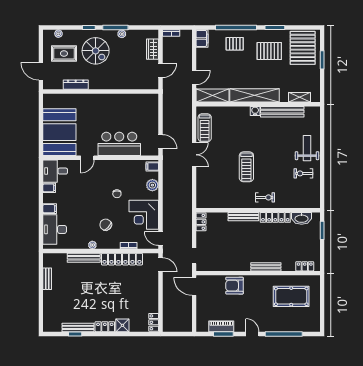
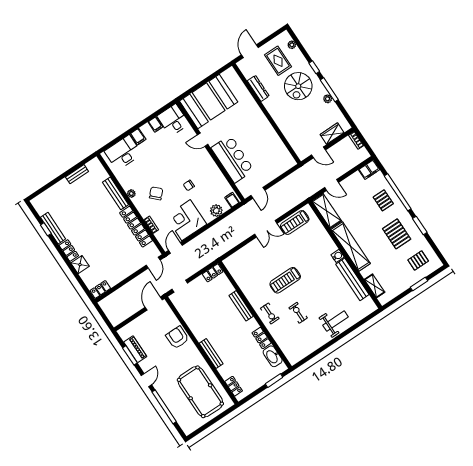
pallet: (303, 48) -> (418, 260), width x0.49, depth x0.50
exercise bike: (303, 173) -> (298, 313), moved
locker: (275, 217) -> (262, 338), width x0.66
pool table: (291, 296) -> (200, 392), width x1.36, depth x1.32

